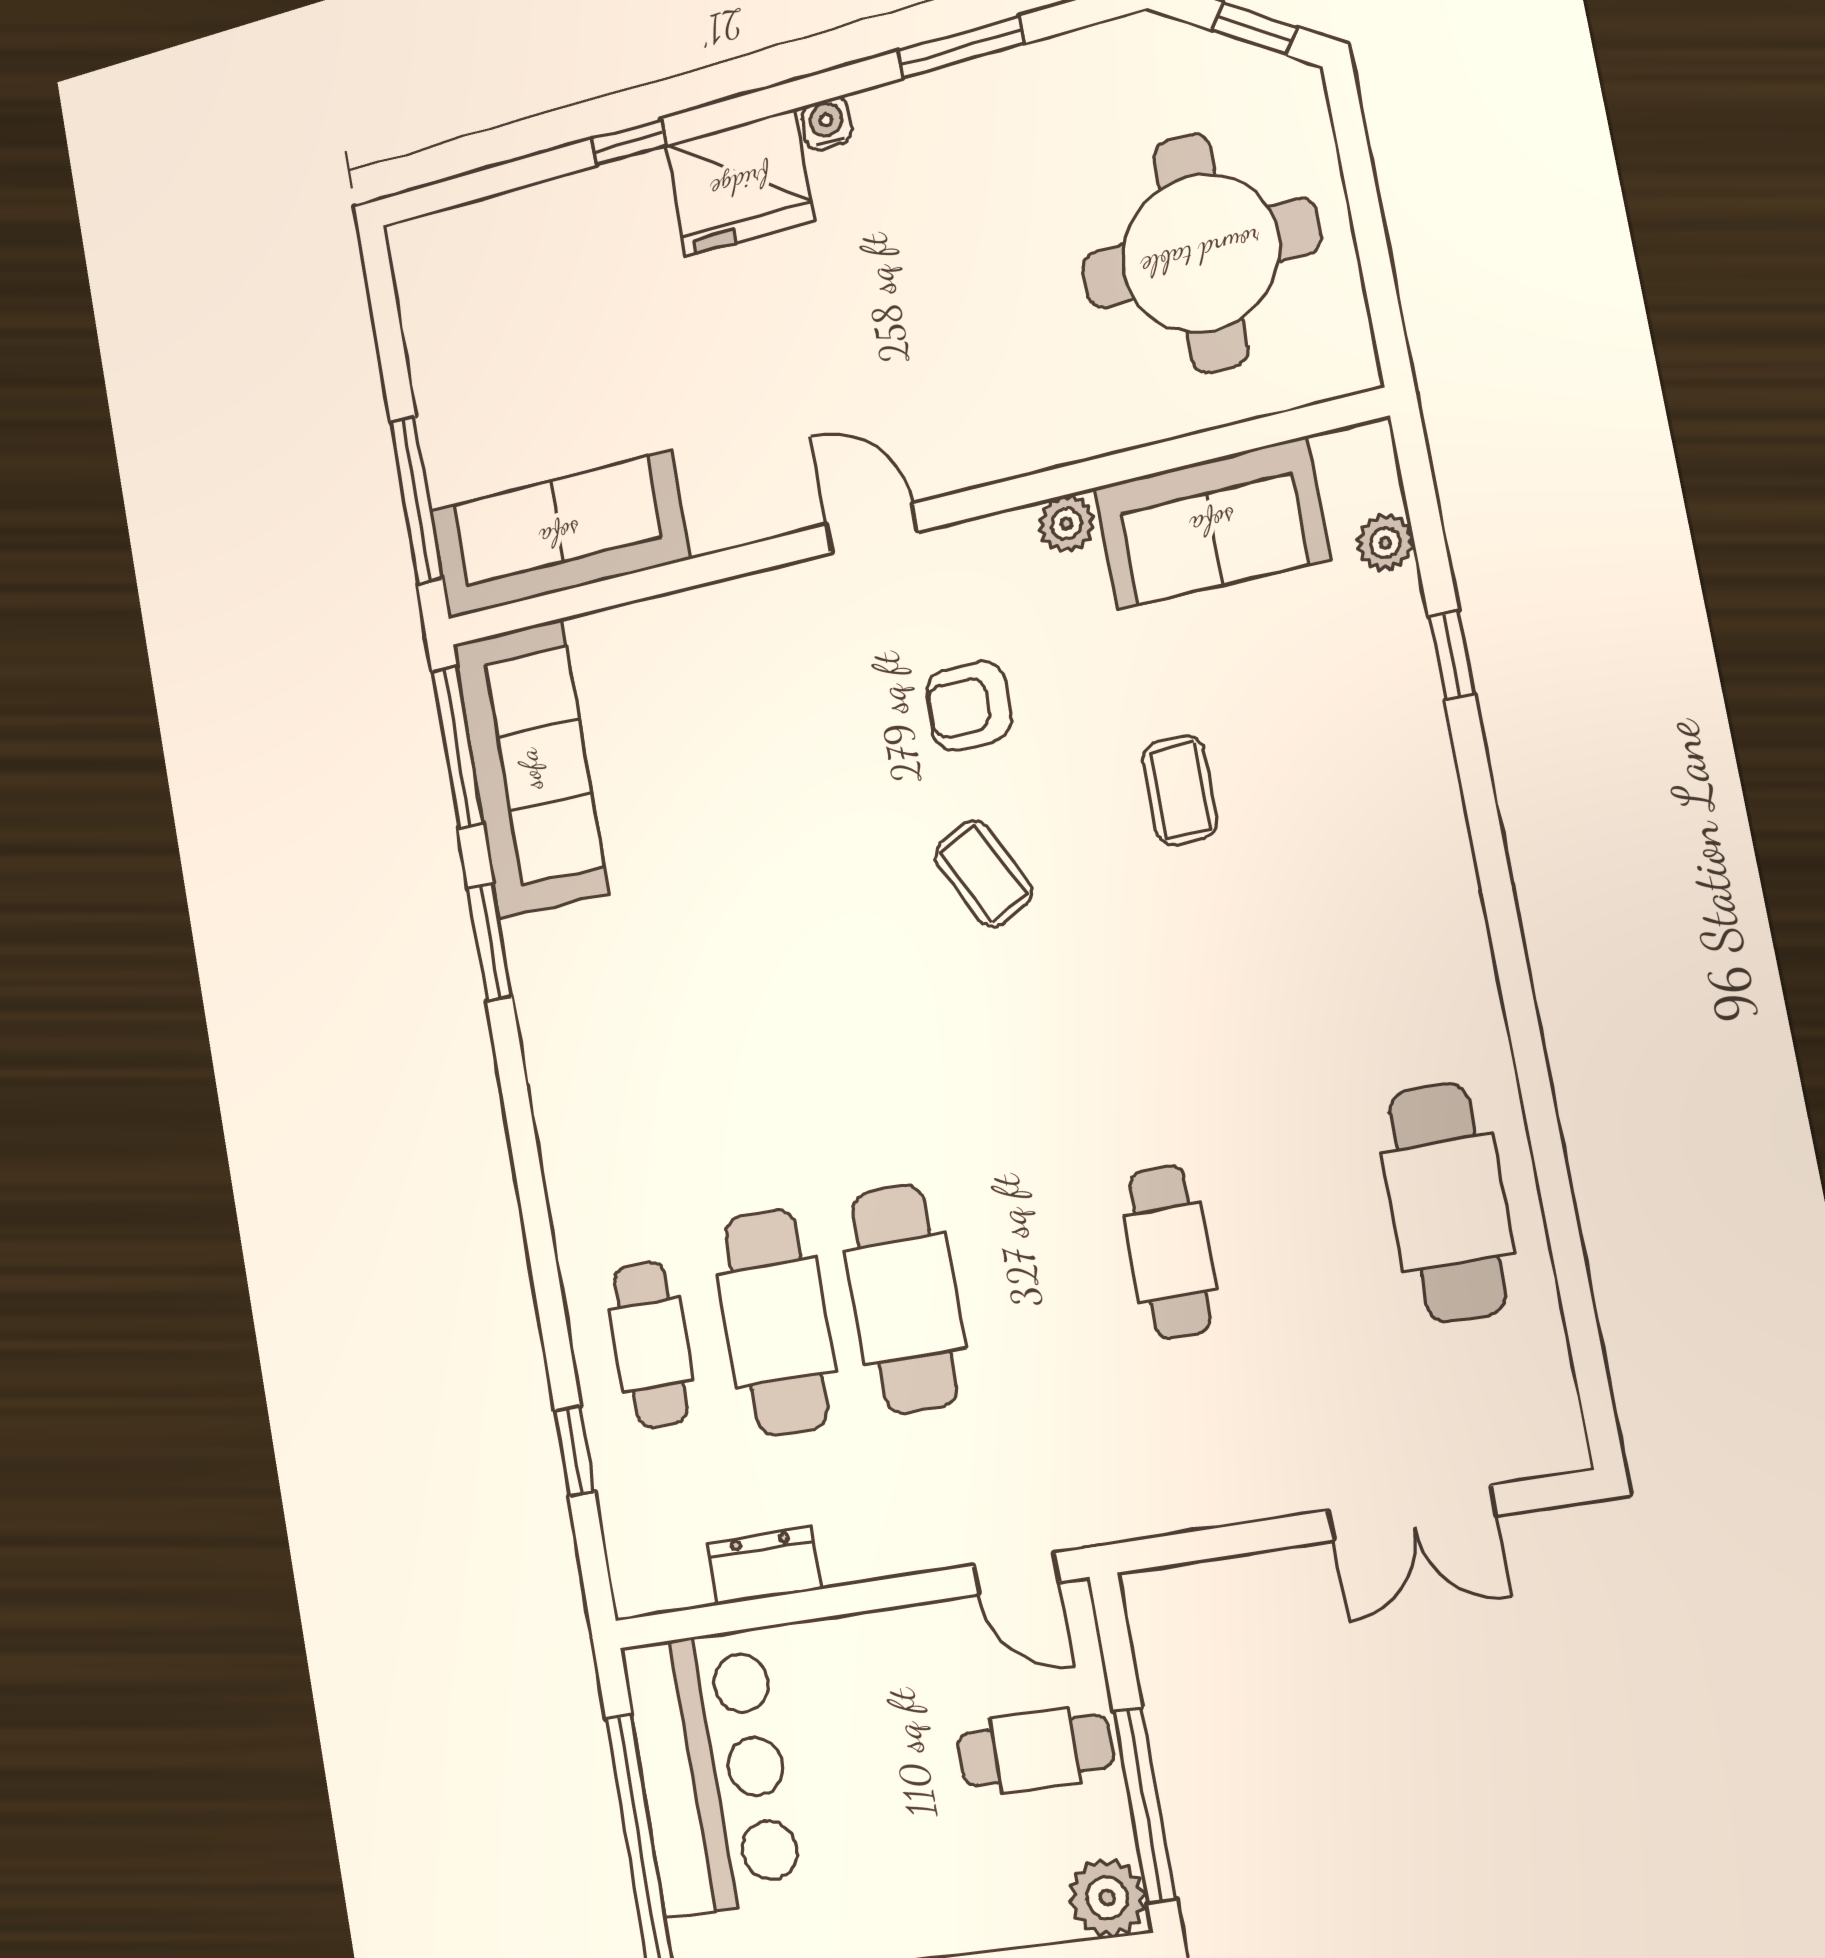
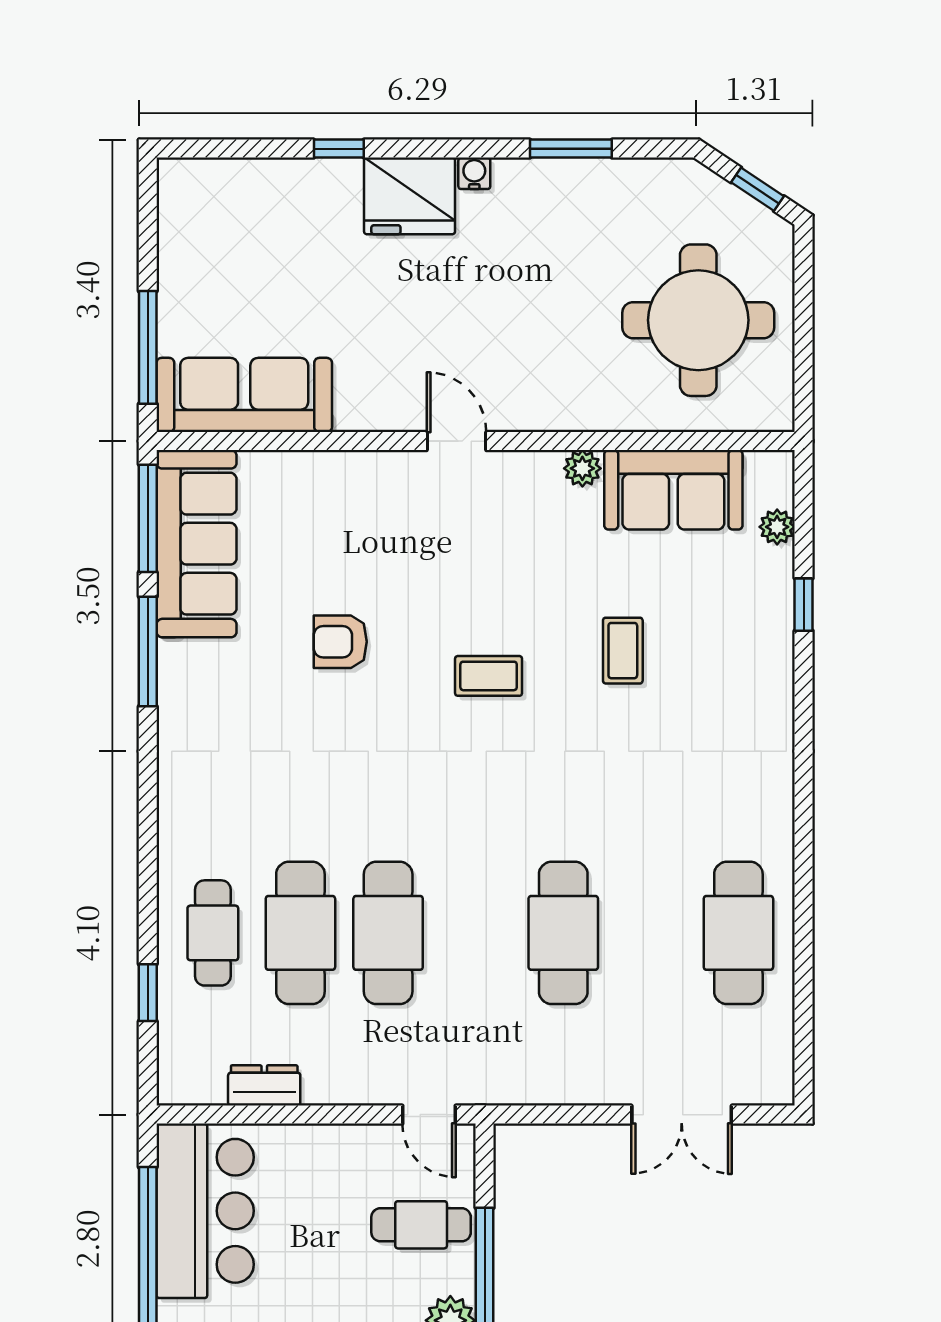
armchair: (969, 706) -> (340, 642), moved
coffee table: (983, 874) -> (489, 676), turned -63
window: (490, 942) -> (148, 652), width x1.44
cafe table: (1170, 1252) -> (563, 933), width x1.37, depth x1.35

